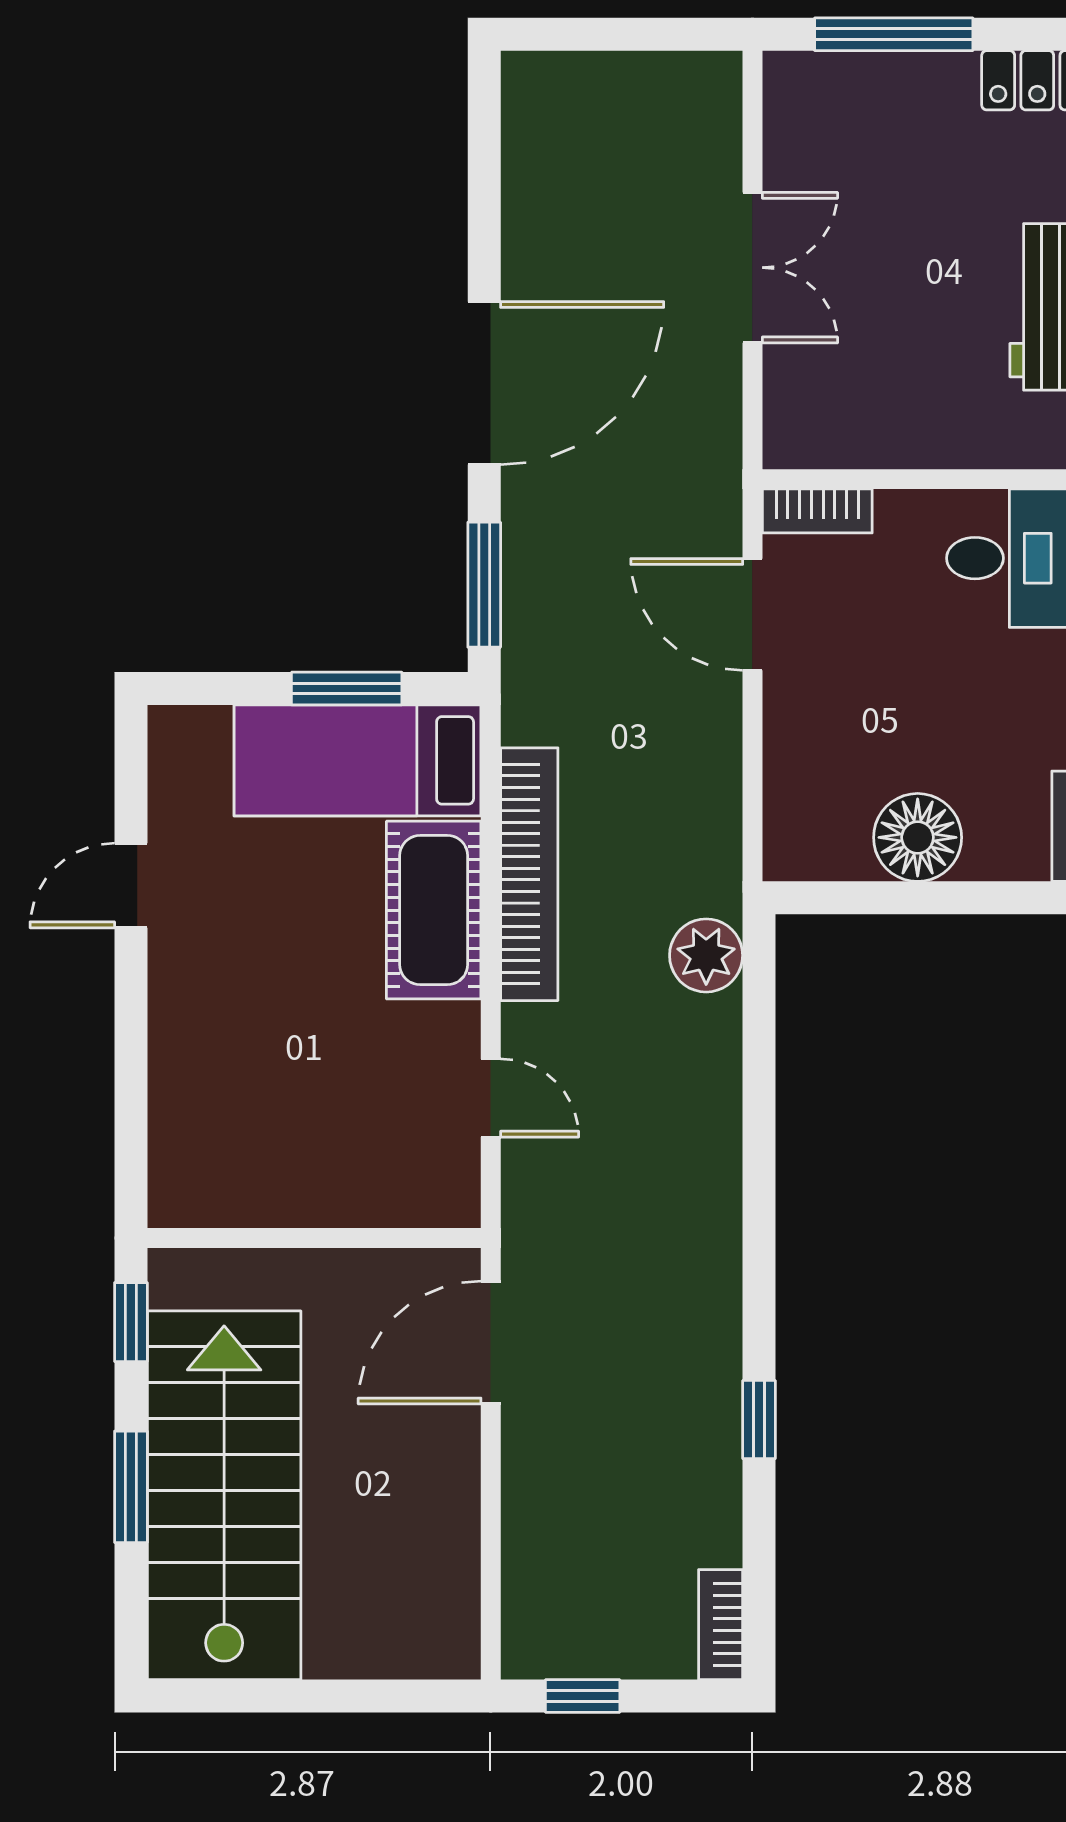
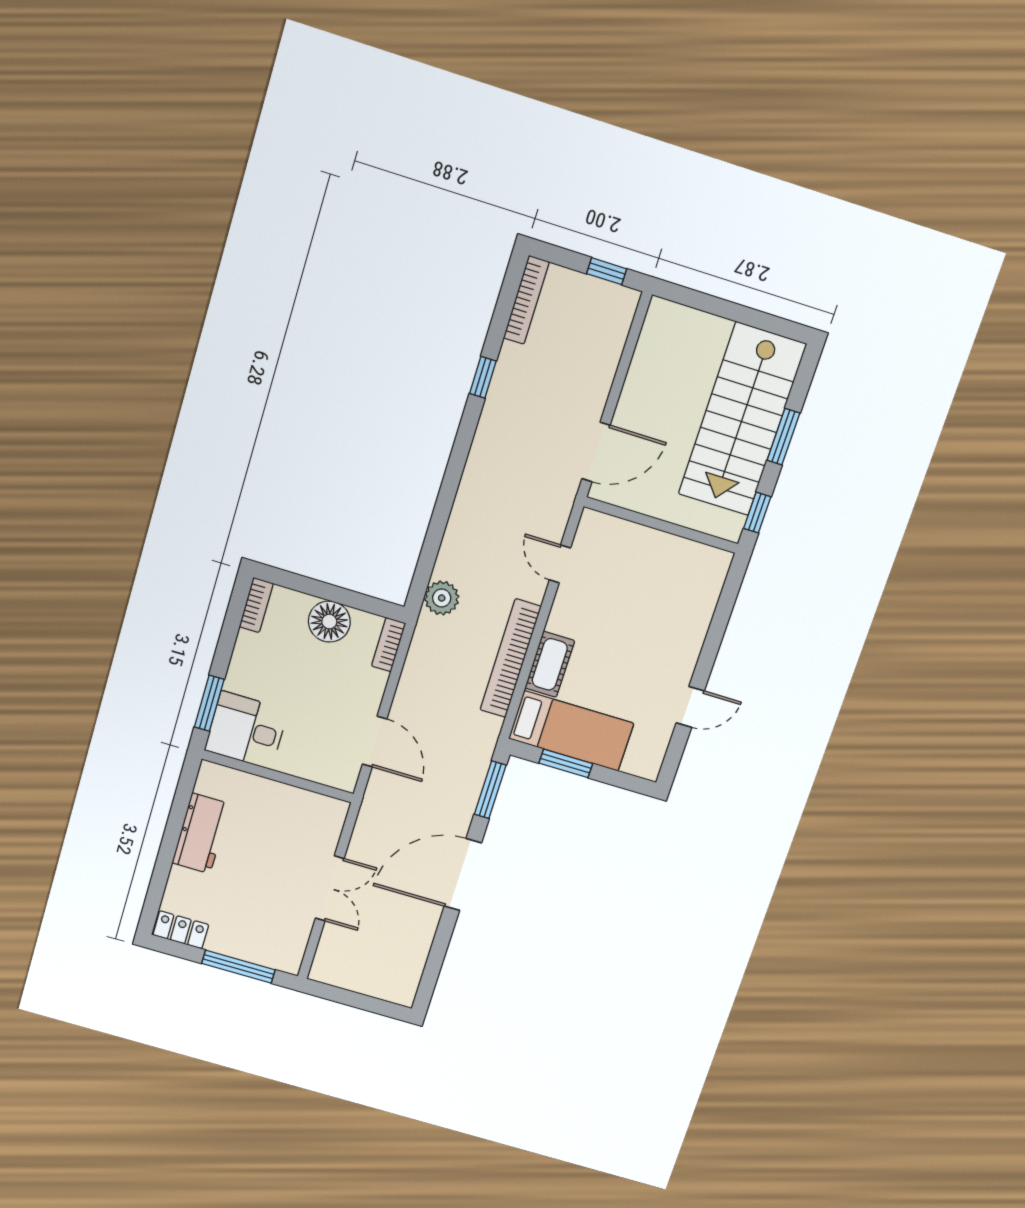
double door: (752, 268) -> (330, 888), swing flipped
bookcase: (817, 511) -> (389, 645), moved, turned -90
cot: (434, 910) -> (550, 664), width x0.73, depth x0.75
bookcase: (721, 1625) -> (526, 300), width x1.56

